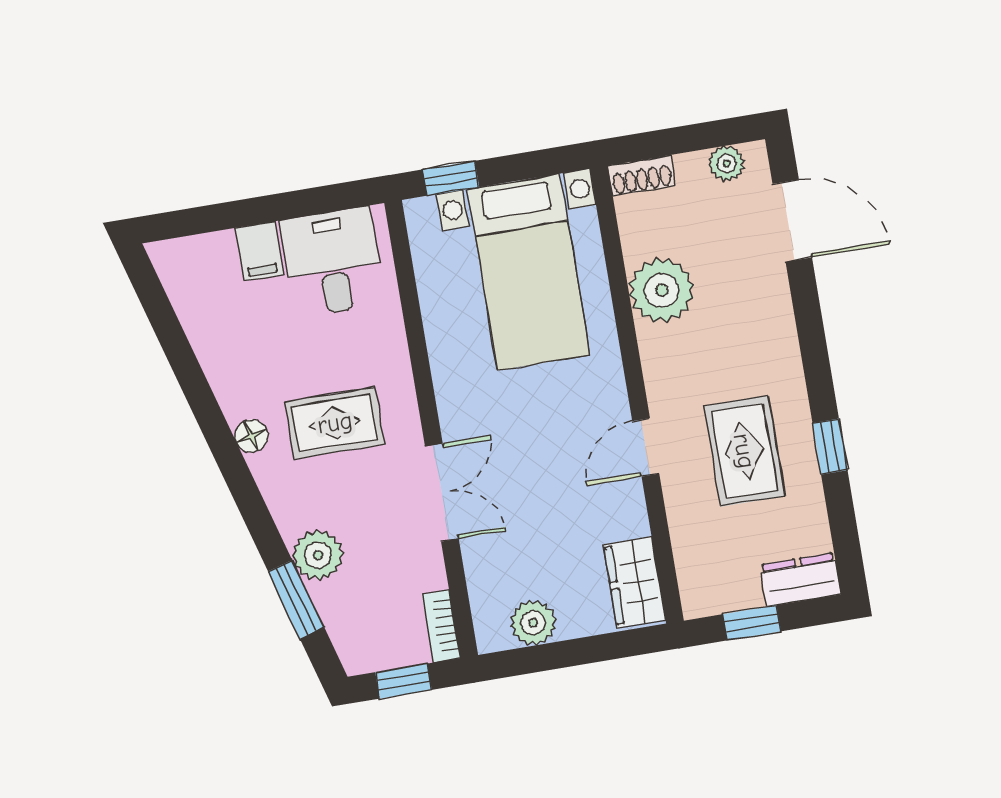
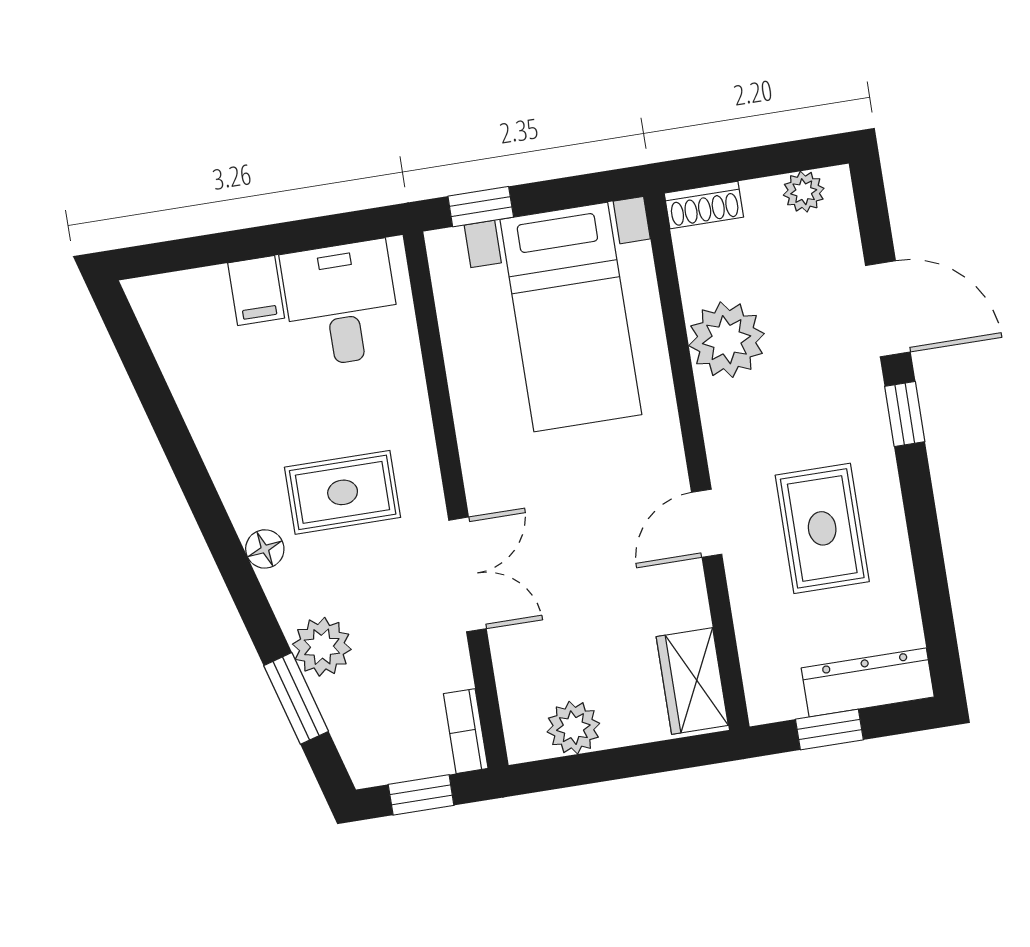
door: (792, 221) -> (888, 309), moved
floor lamp: (251, 436) -> (265, 549), moved
window: (830, 447) -> (905, 414), moved
dresser: (801, 580) -> (868, 682), width x1.44

